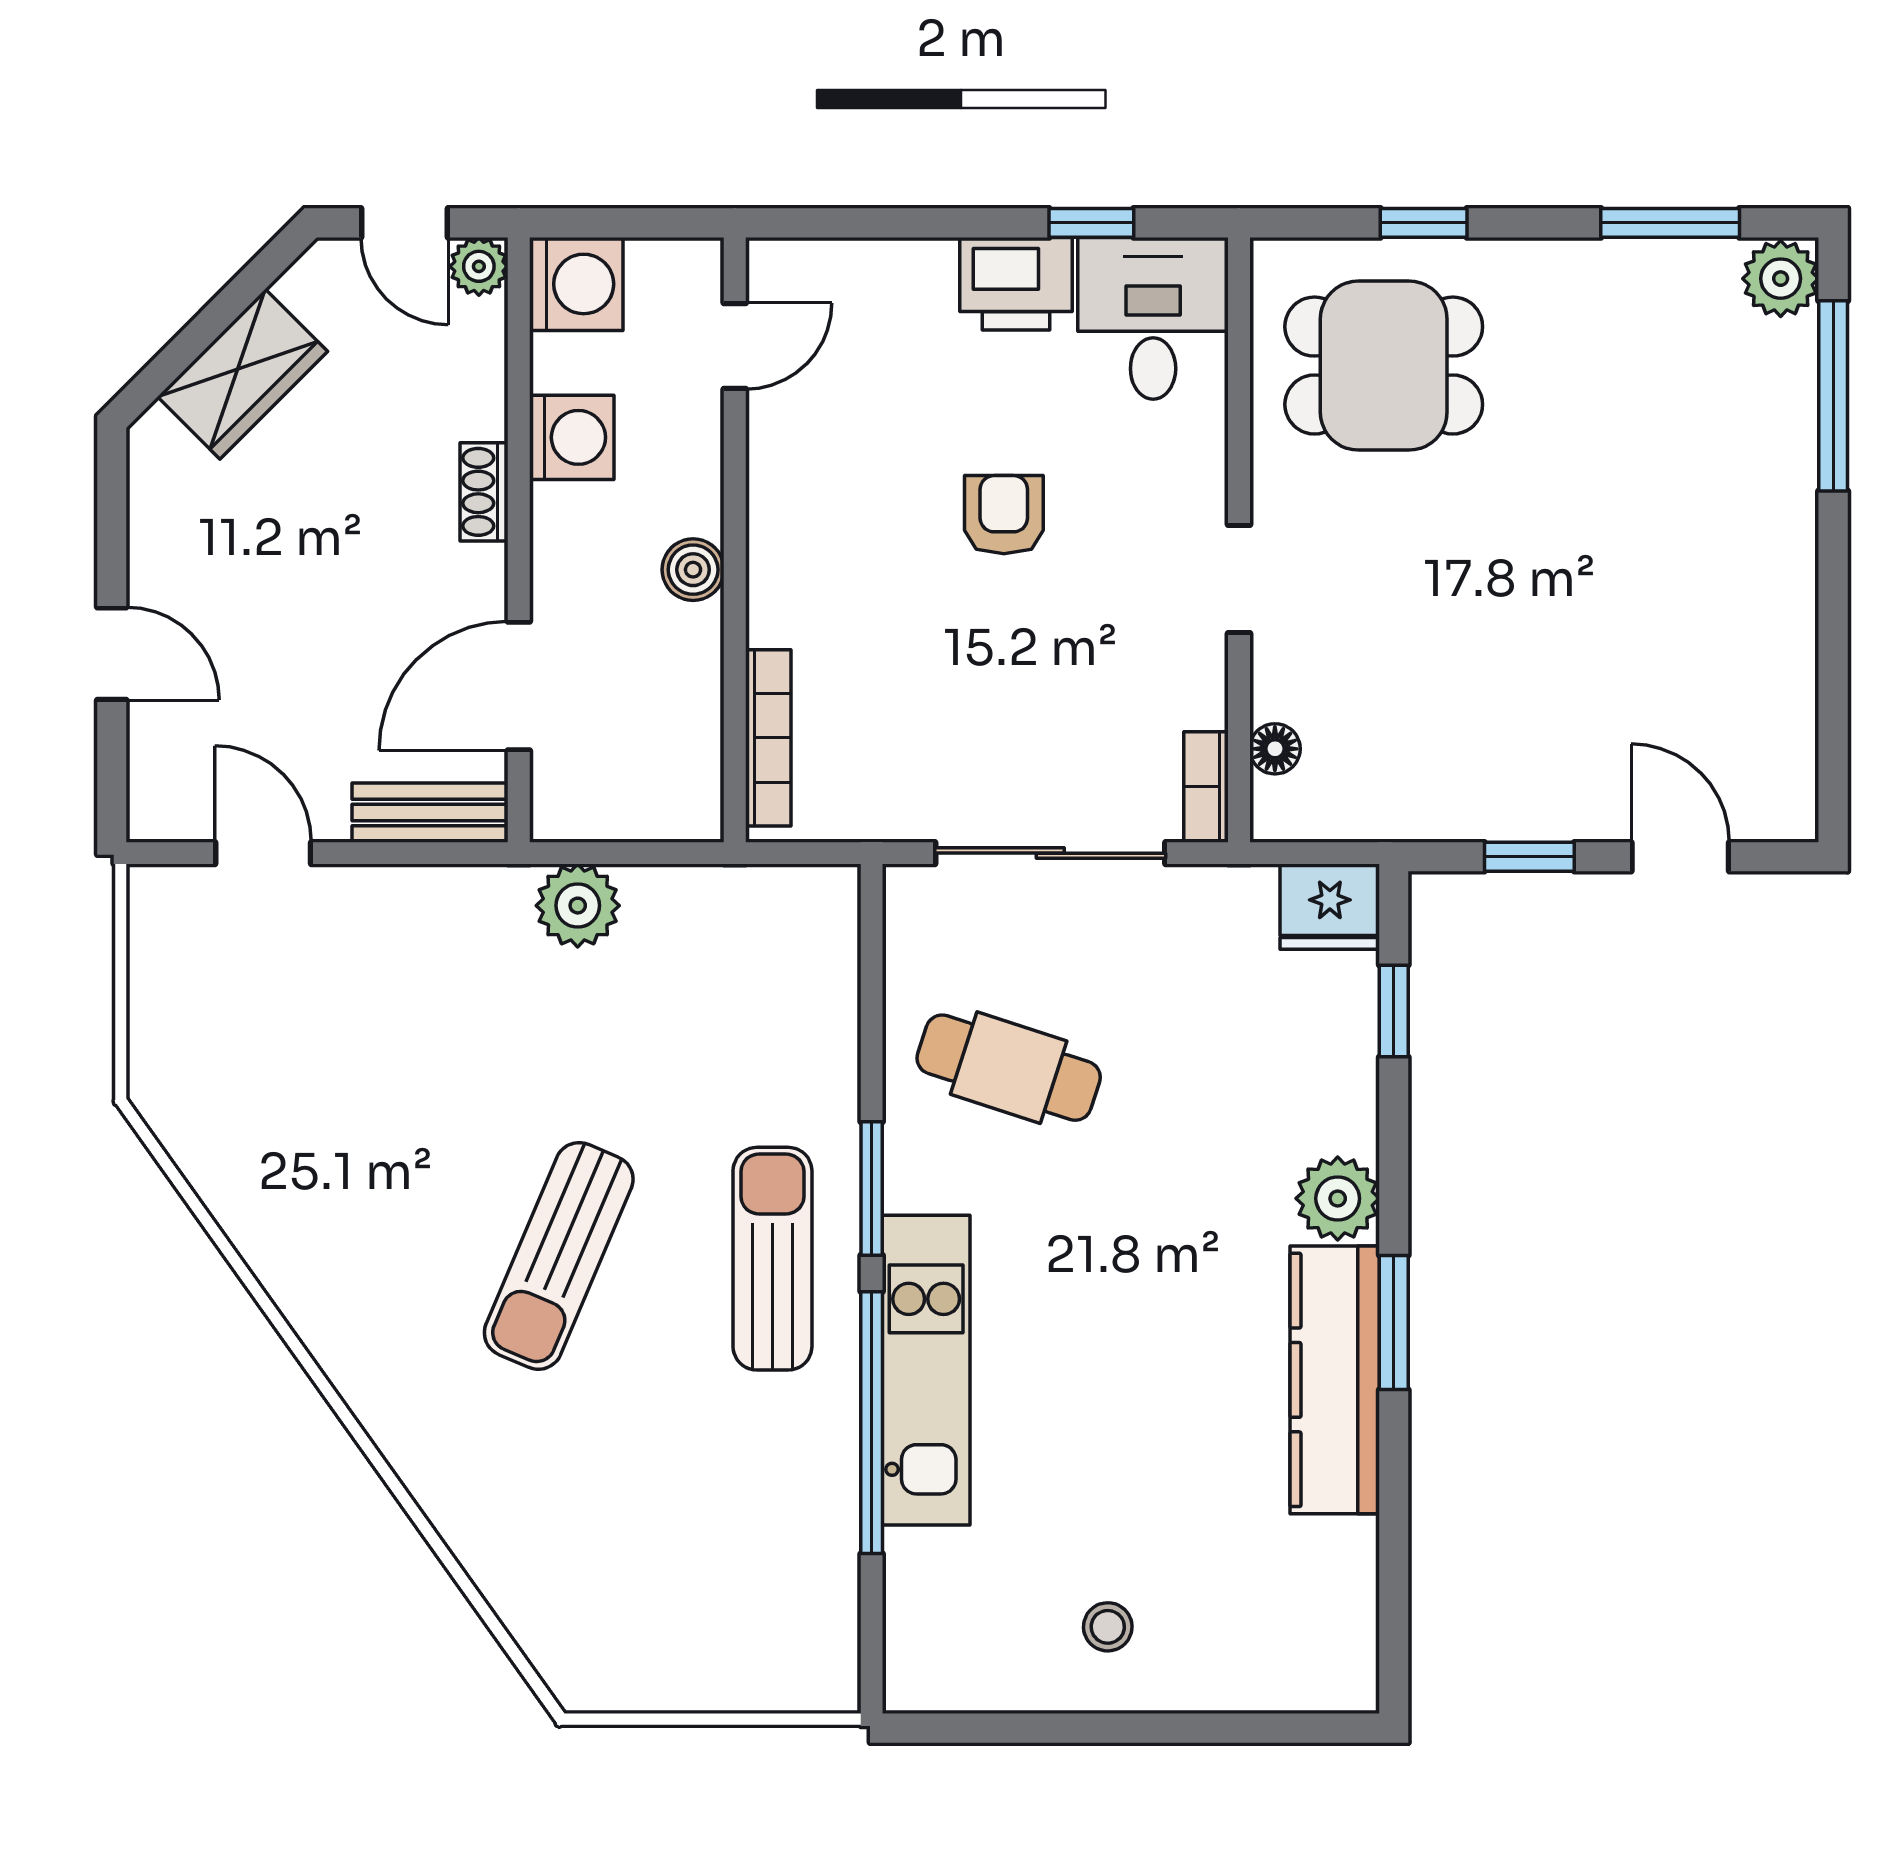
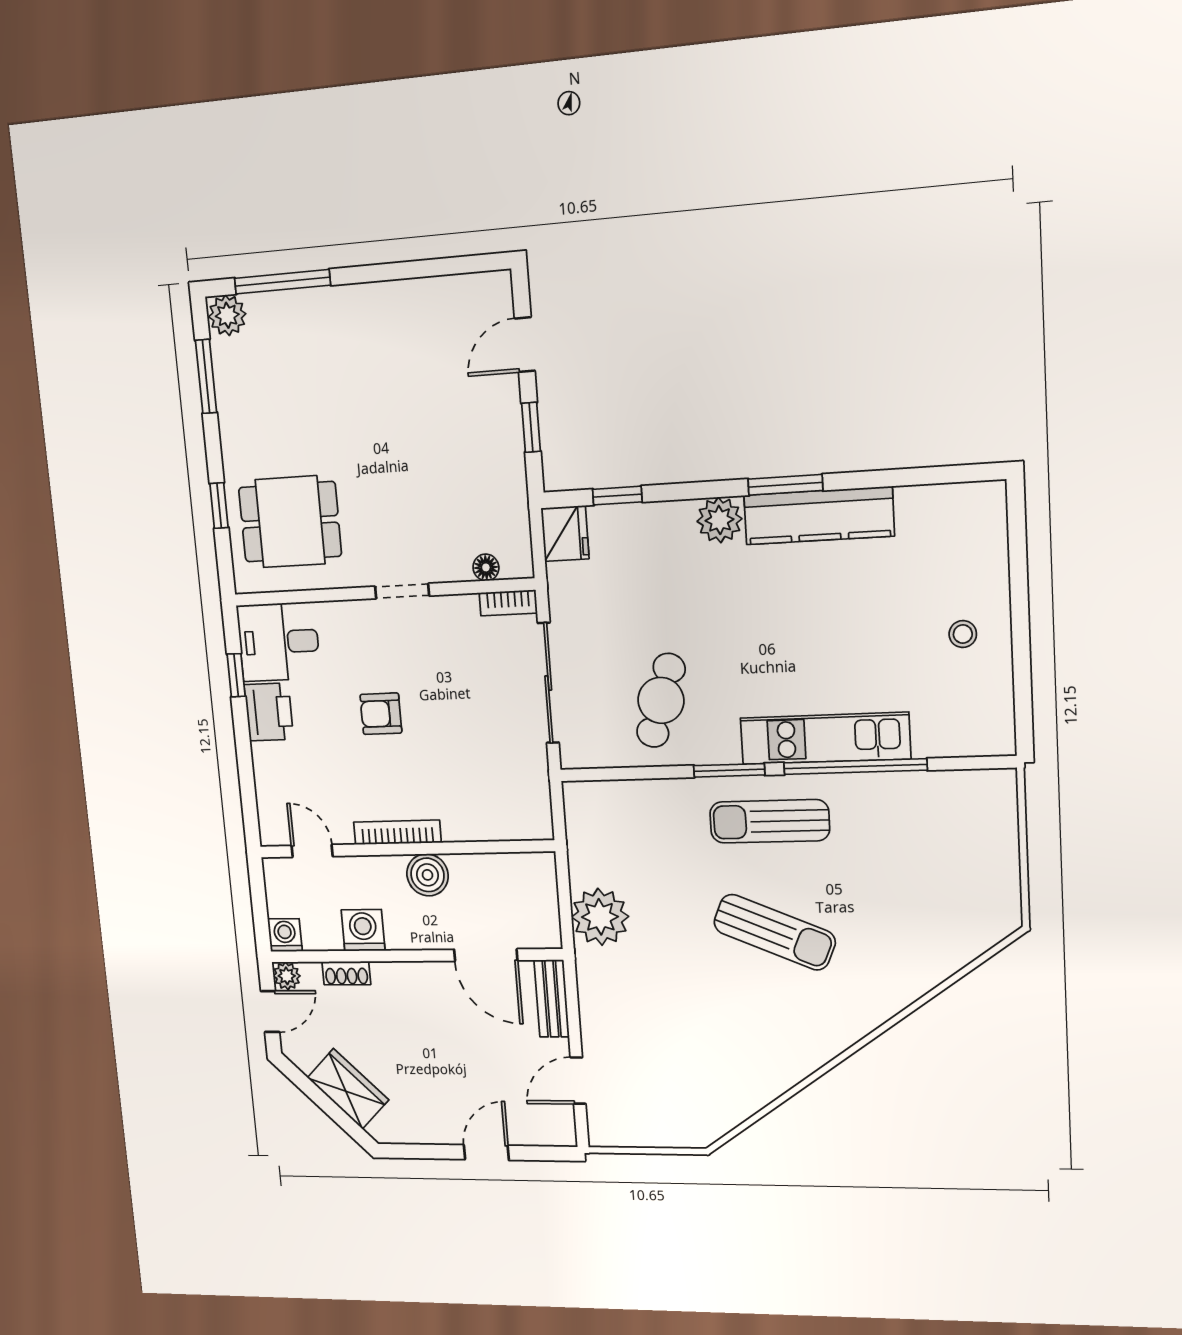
washing machine: (576, 284) -> (285, 935), width x0.73, depth x0.73
dining table: (1384, 366) -> (290, 522), turned 90
shoe rack: (484, 492) -> (346, 973), moved
boiler: (693, 570) -> (427, 875), width x1.36, depth x1.36
bookcase: (768, 738) -> (397, 832), moved
plant: (578, 906) -> (600, 917), width x1.36, depth x1.36

